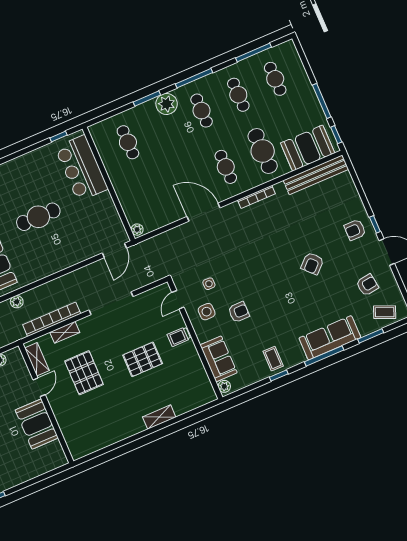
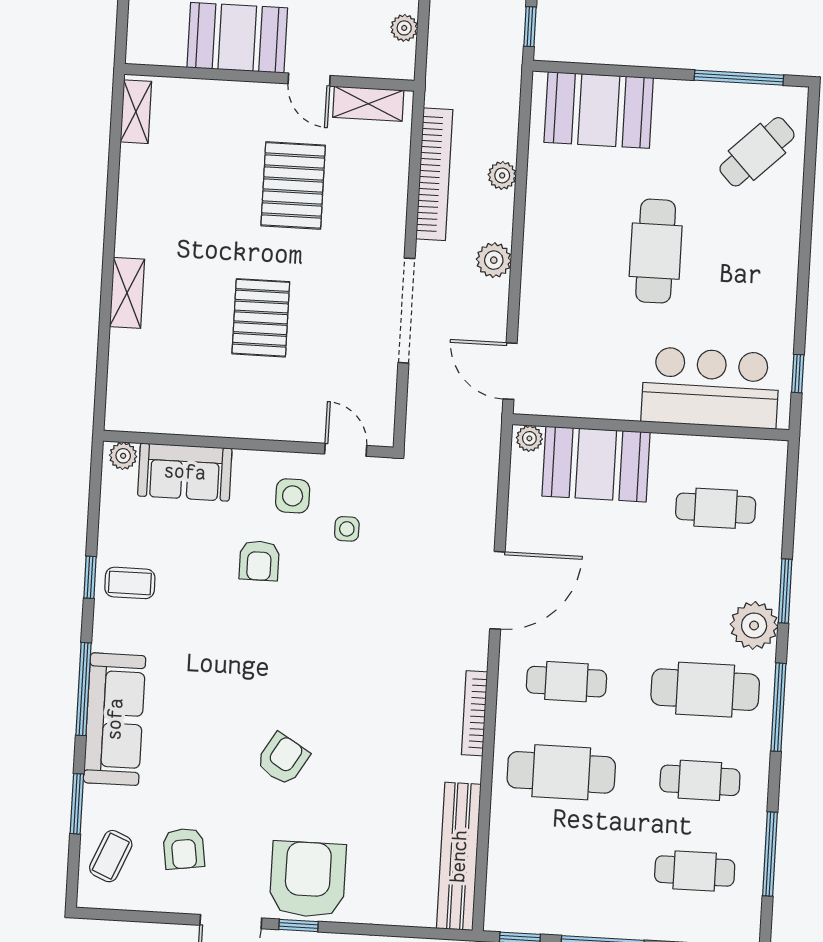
cafe table: (202, 111) -> (705, 690), width x1.37, depth x1.35
booth: (308, 148) -> (596, 464), moved, turned 90
armchair: (355, 230) -> (308, 879), width x1.88, depth x1.88
armchair: (312, 264) -> (283, 759), turned 75
plant: (74, 279) -> (494, 260), added
plant: (17, 302) -> (502, 175), moved
shelving: (65, 332) -> (136, 112), moved
trolley: (179, 337) -> (270, 414), removed
pallet: (84, 373) -> (293, 185), turned 90

